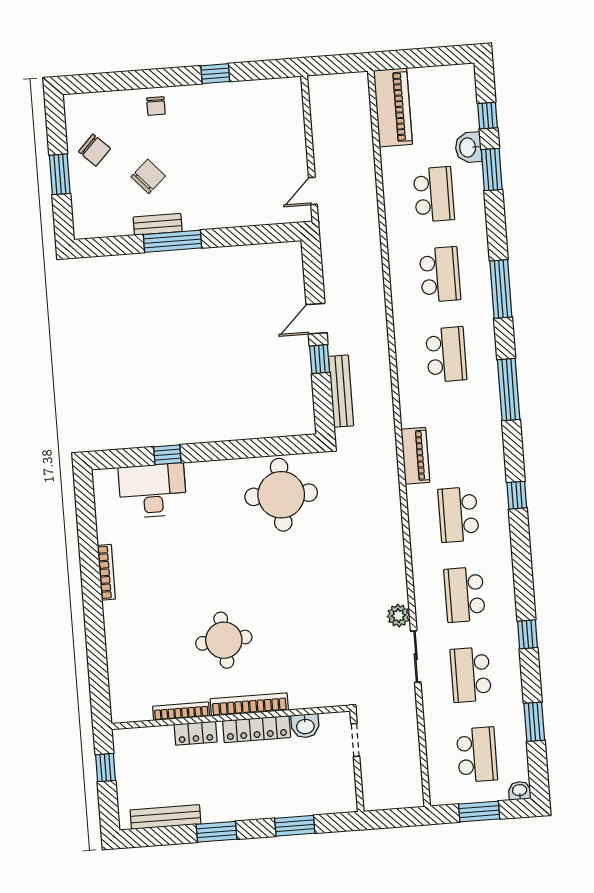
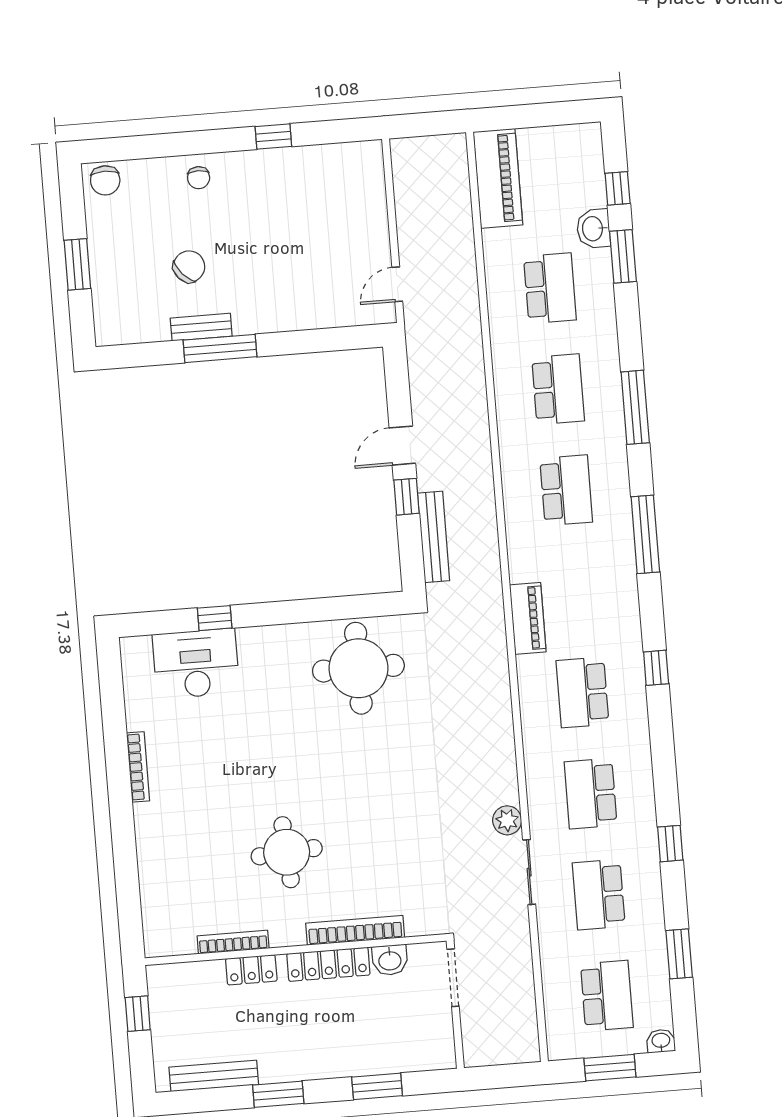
chair: (95, 150) -> (105, 180), moved, turned 46
bookcase: (249, 704) -> (355, 930), moved
doorway: (355, 740) -> (453, 978), width x1.38

